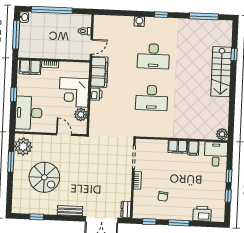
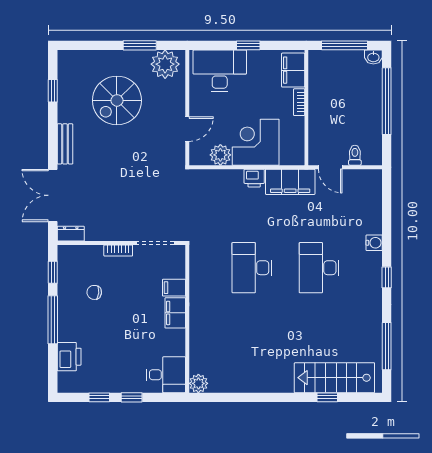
stairs: (221, 72) -> (334, 378), moved
filing cabinet: (193, 148) -> (174, 288), moved
window: (179, 223) -> (53, 320), width x1.44

